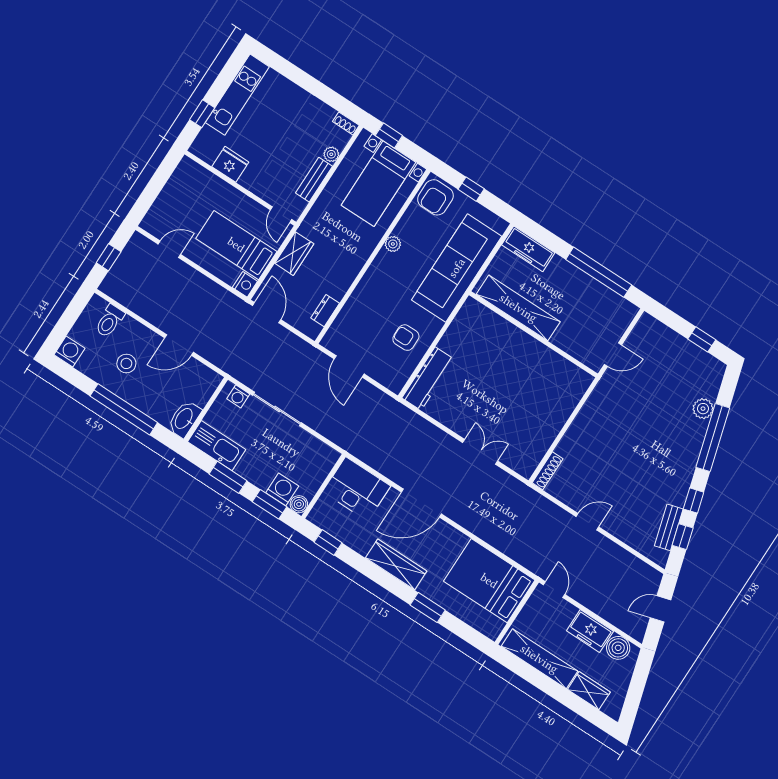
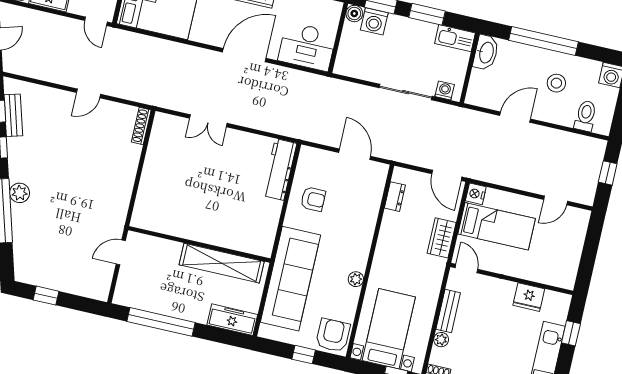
plant: (703, 409) -> (20, 193), moved
kitchen sink: (217, 446) -> (455, 38), width x0.73, depth x0.81

